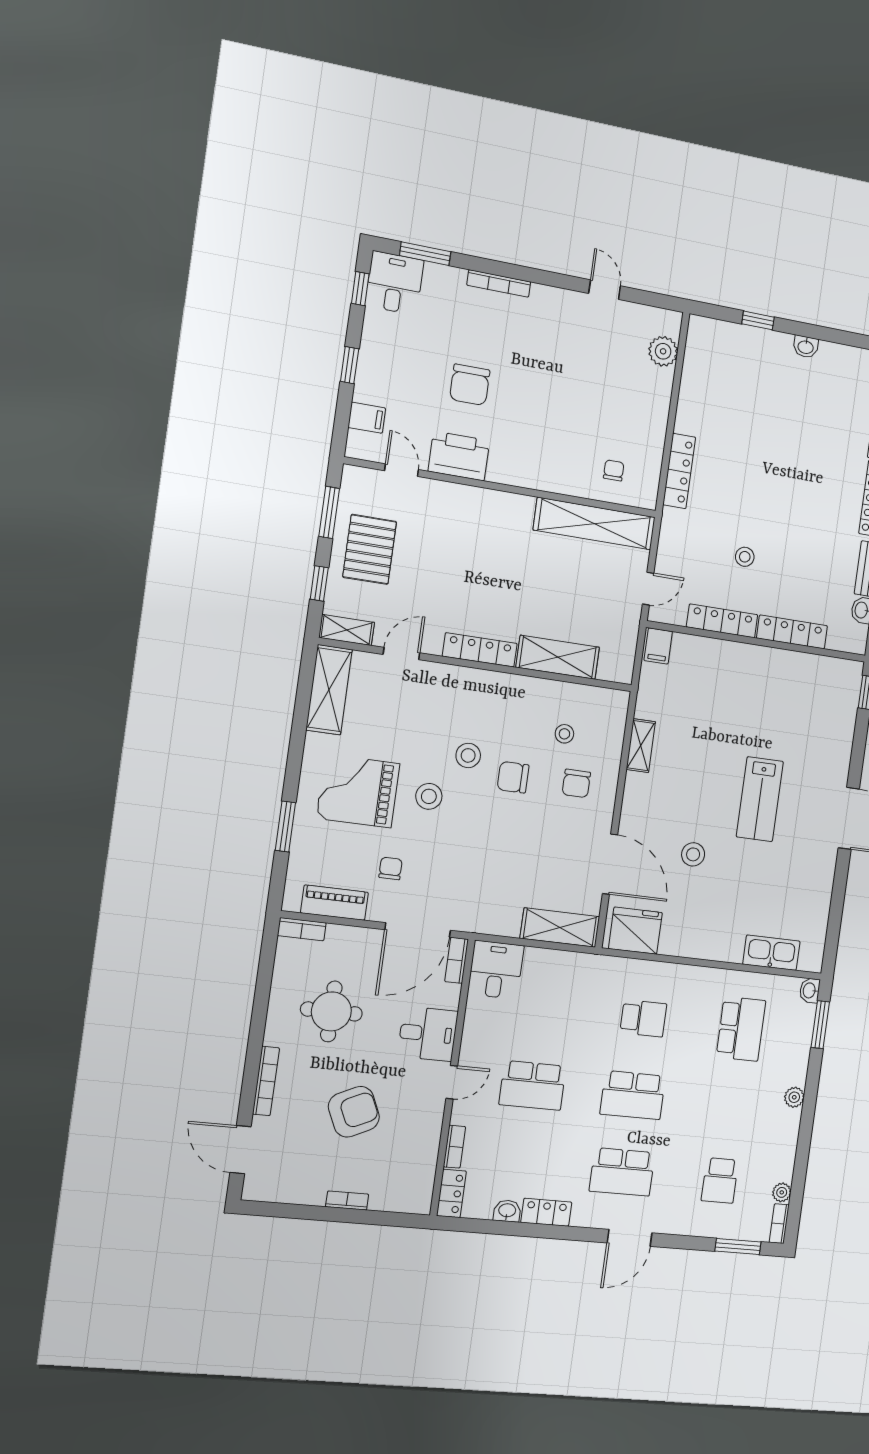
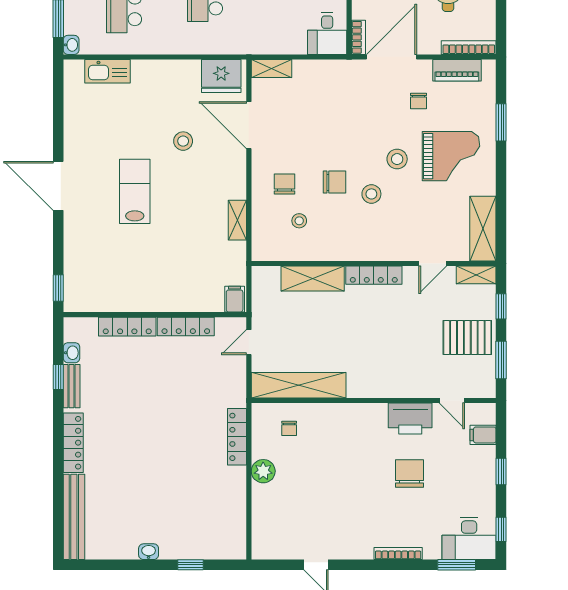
desk: (395, 283) -> (469, 538), width x1.37
plant: (663, 351) -> (263, 471), moved
pallet: (370, 549) -> (467, 338), turned 90
stool: (745, 557) -> (175, 379), removed
shelving: (560, 928) -> (272, 69), width x0.67, depth x0.75
bookcase: (302, 929) -> (469, 48), width x1.56

